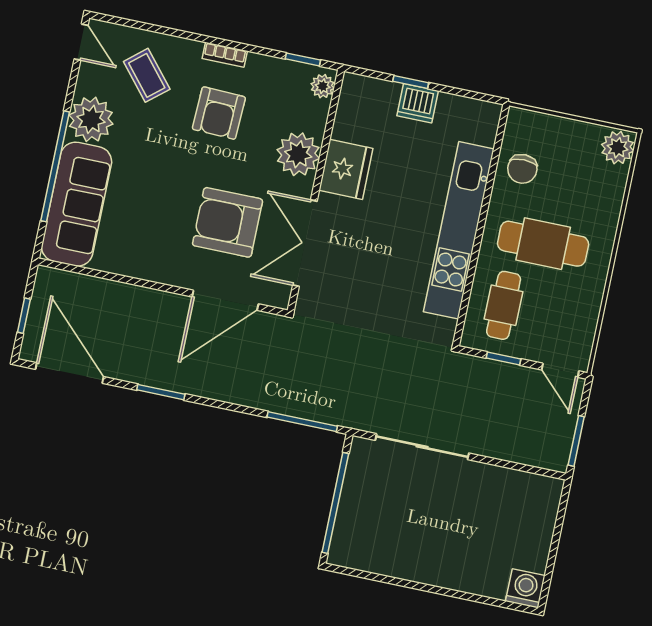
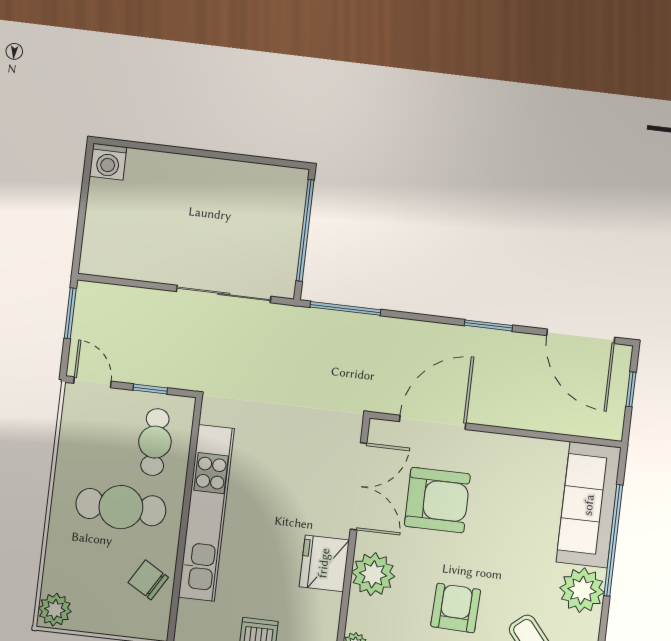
chair: (522, 169) -> (148, 580), turned -59

